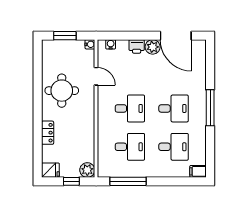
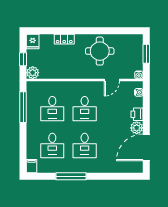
window: (210, 108) -> (71, 176), moved

